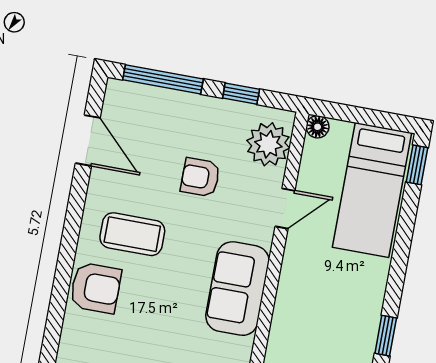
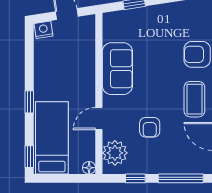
armchair: (200, 177) -> (150, 127), turned 90
coffee table: (132, 234) -> (194, 99), moved, turned 90
window: (386, 336) -> (29, 102), moved

